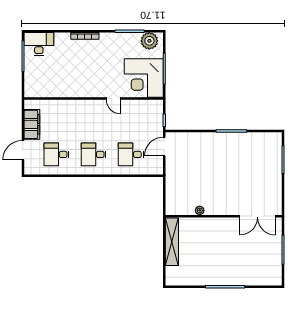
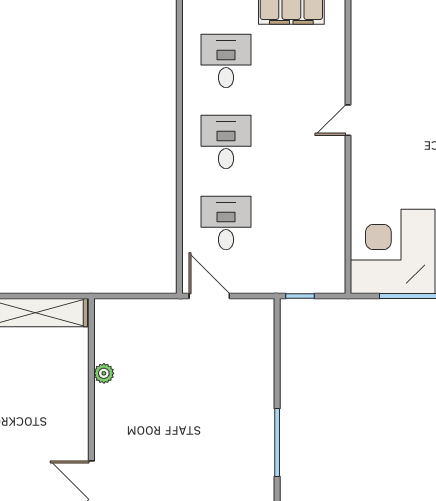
door: (113, 98) -> (348, 120), moved
door: (164, 147) -> (209, 296), moved

